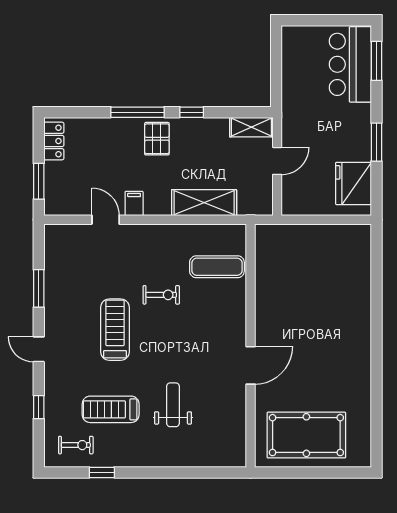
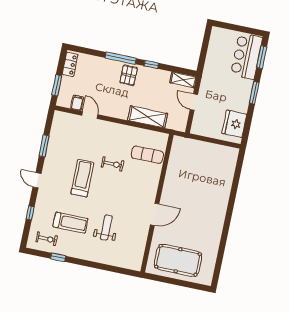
window: (376, 142) -> (254, 93), moved
door: (277, 161) -> (194, 102), swing flipped
filing cabinet: (134, 203) -> (77, 103), moved
treadmill: (111, 409) -> (70, 223), turned 180

